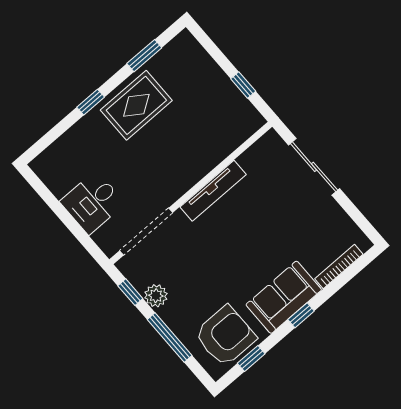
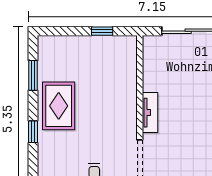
tv unit: (213, 191) -> (150, 113), width x0.71

